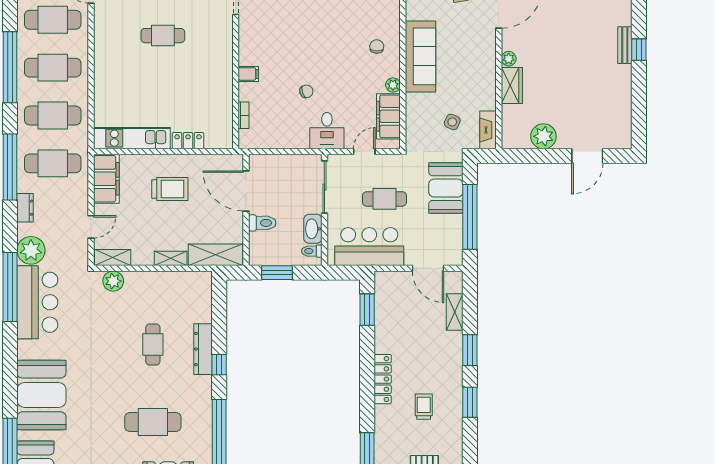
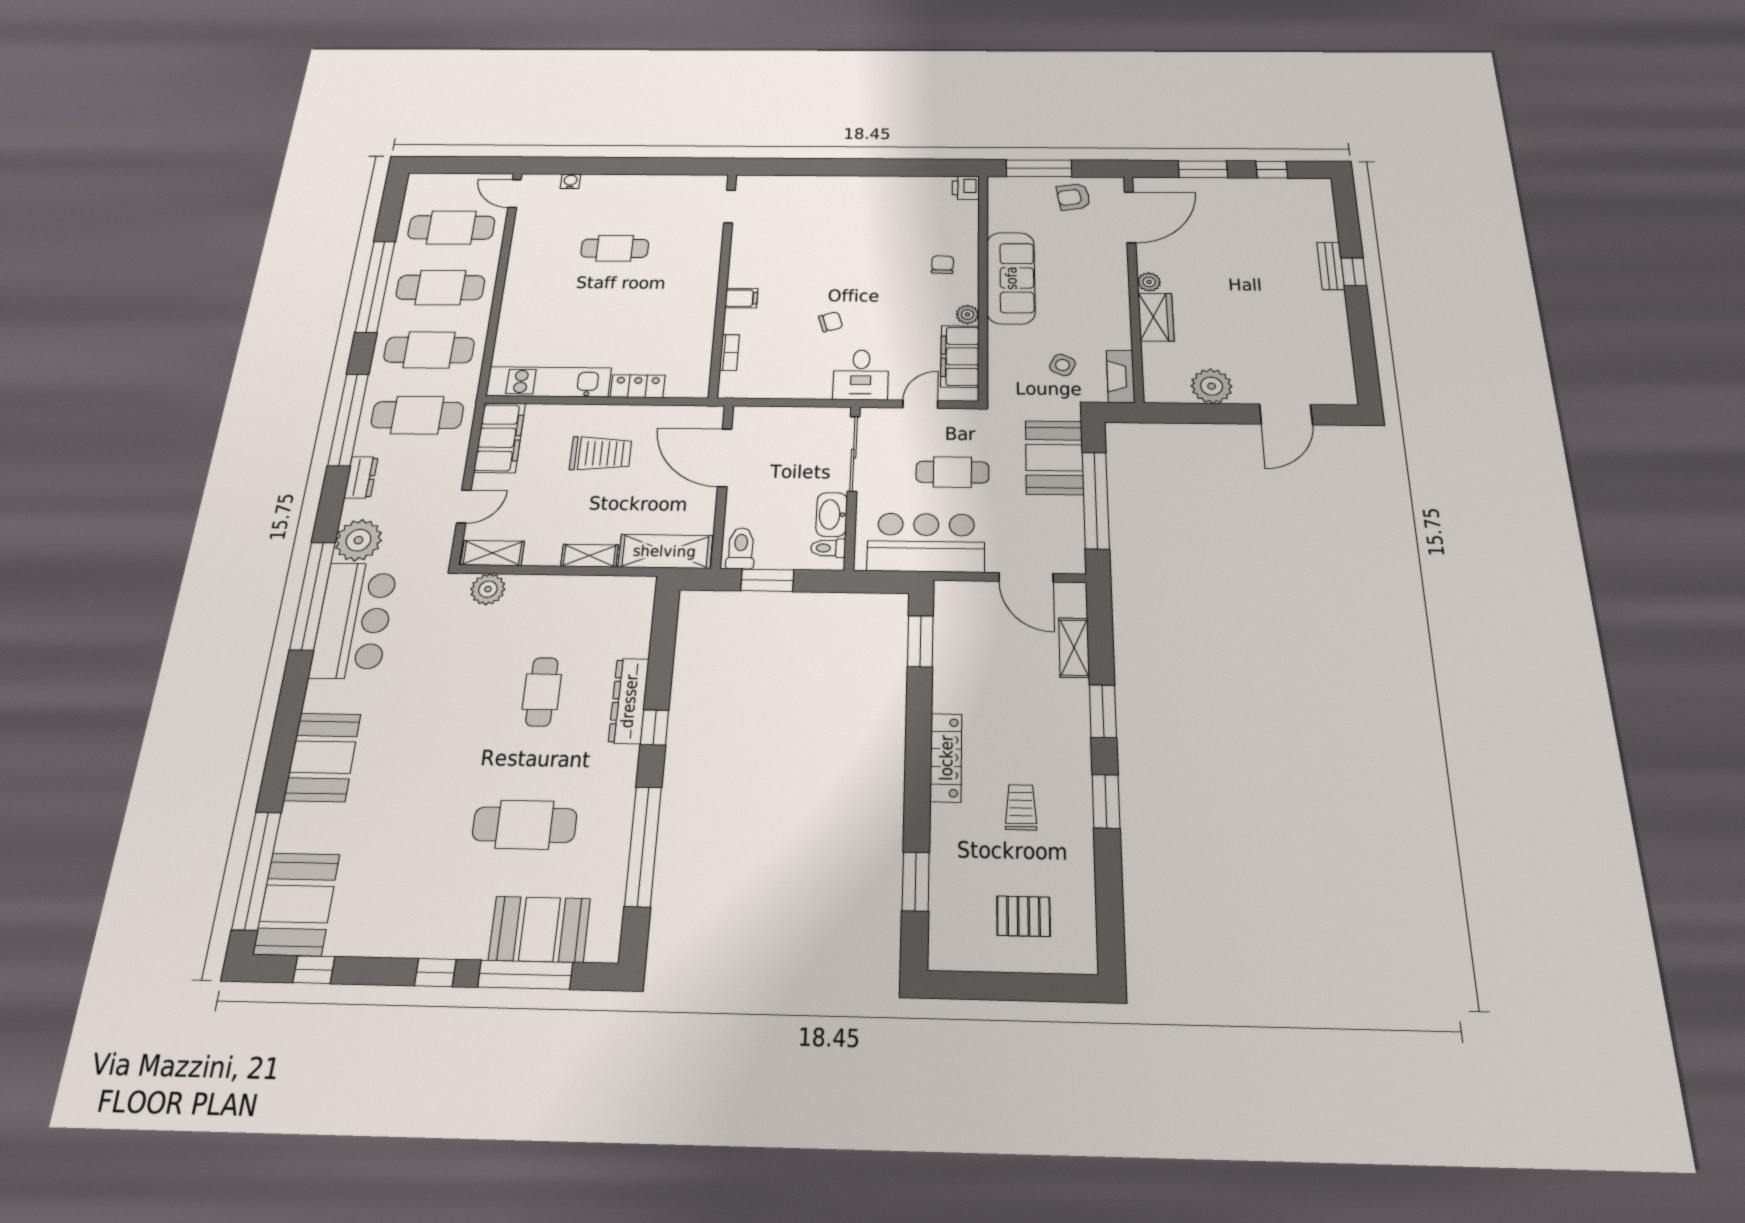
toilet: (262, 223) -> (741, 548), moved, turned -90
booth: (41, 395) -> (322, 757), width x0.73, depth x0.70

